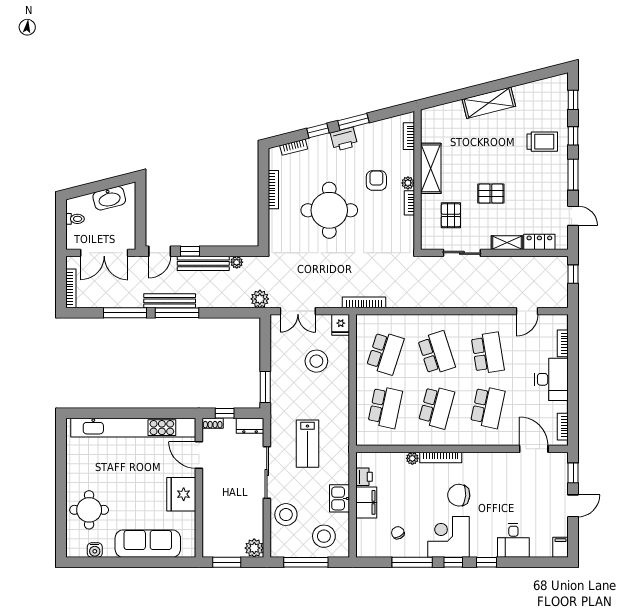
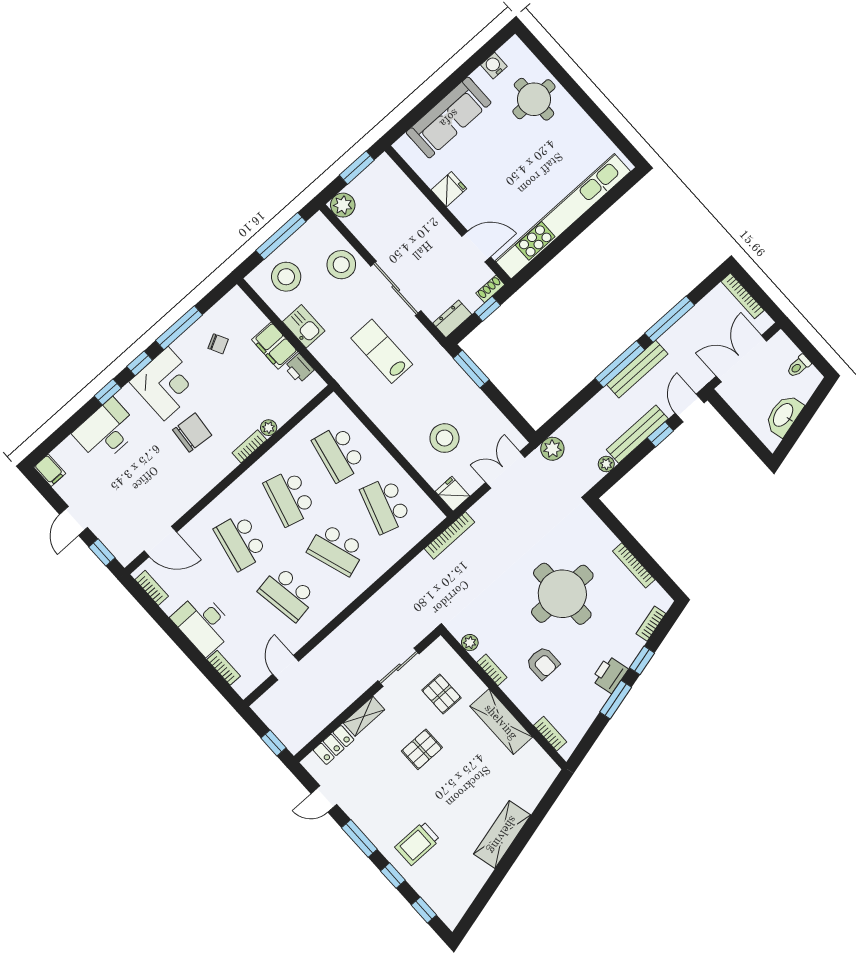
plant: (408, 183) -> (470, 643), moved
bookcase: (441, 458) -> (249, 446), width x0.64
fridge: (181, 494) -> (449, 189), width x0.53, depth x0.75
desk: (513, 540) -> (106, 431), width x1.37

